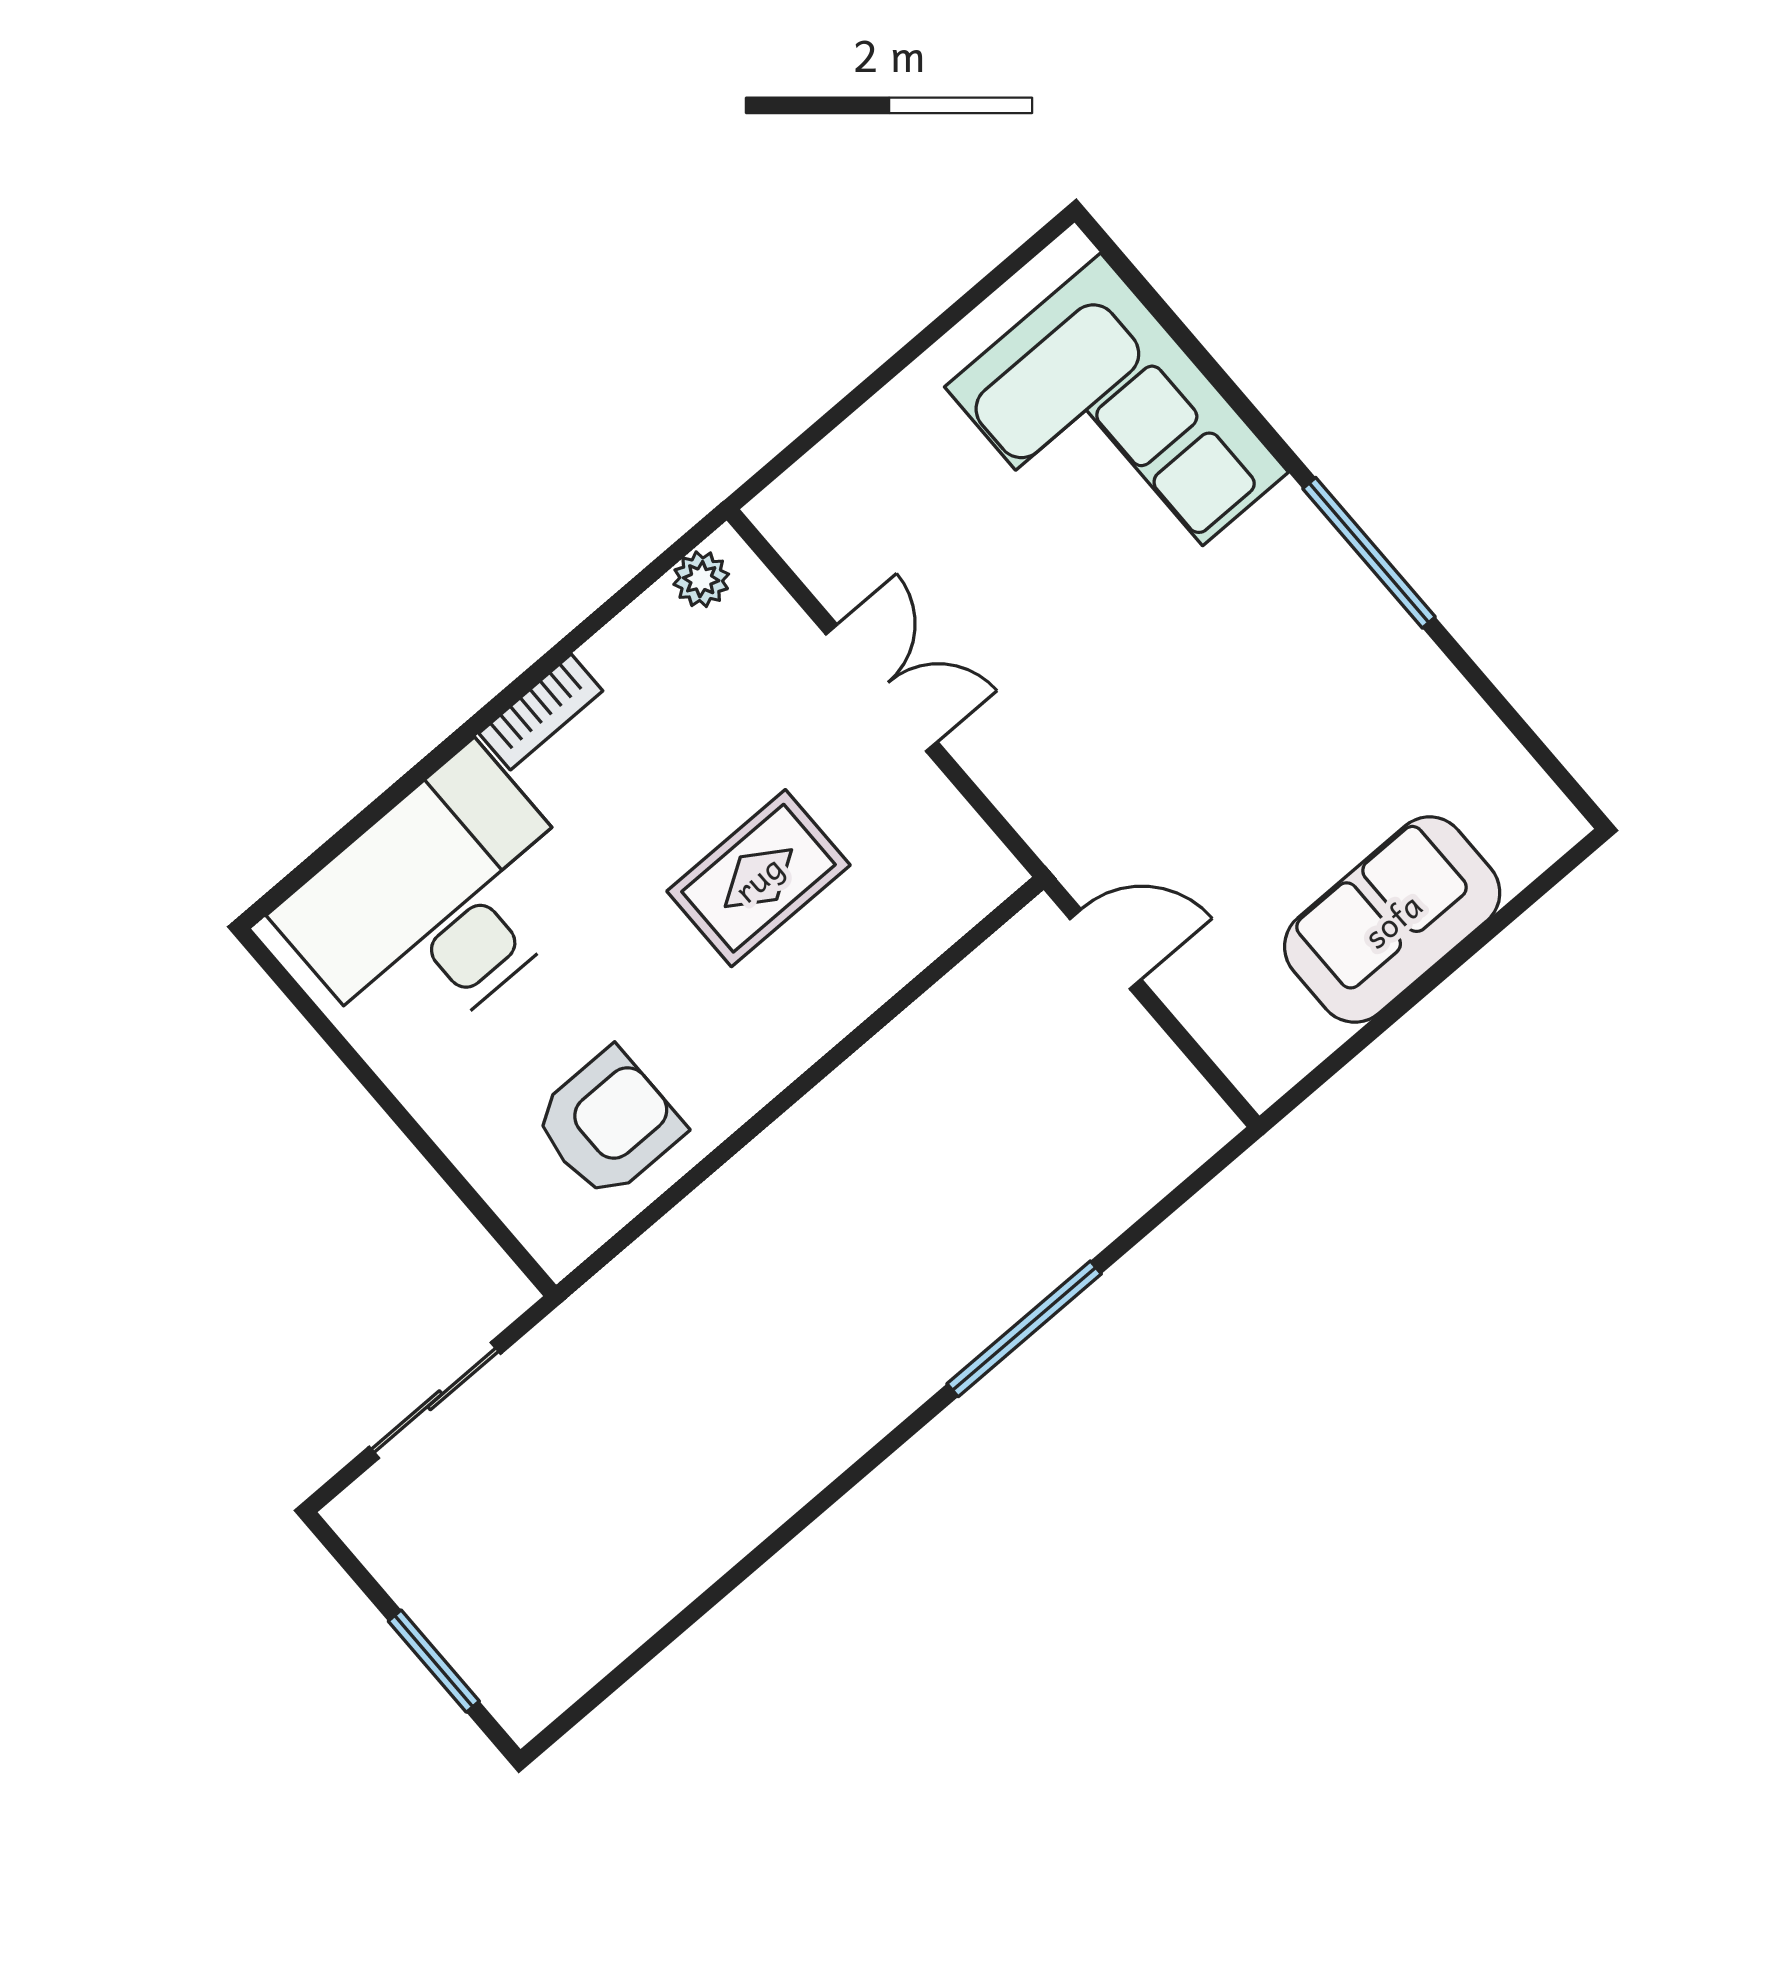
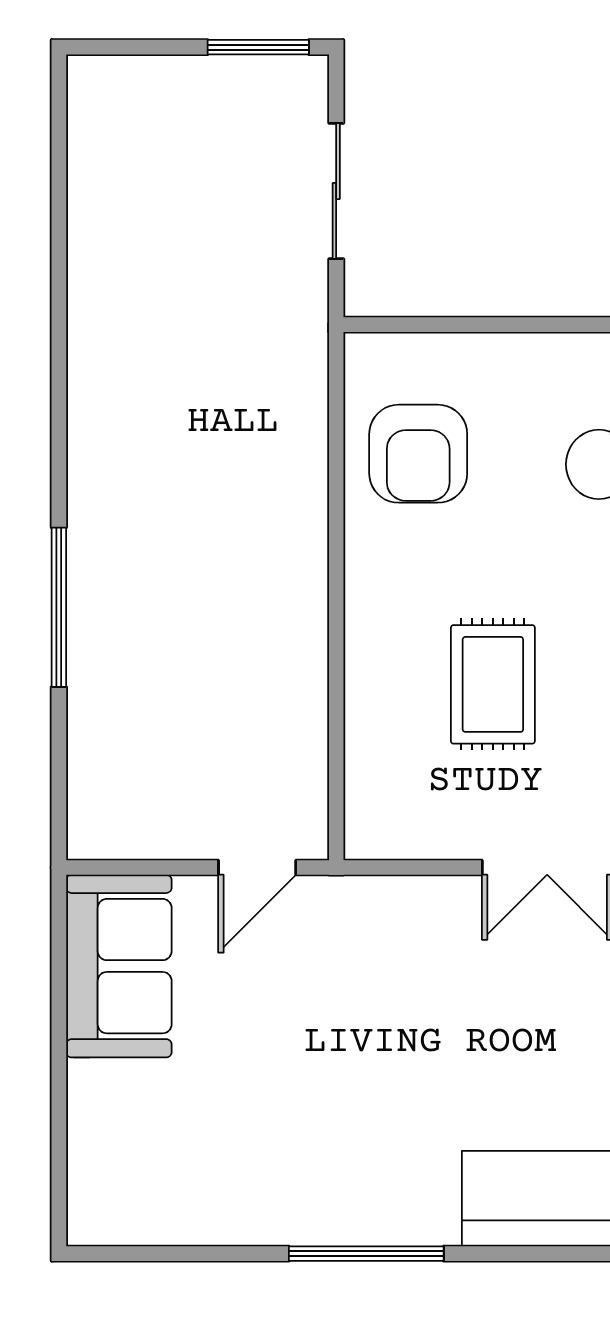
sofa: (1392, 920) -> (119, 966), moved
window: (434, 1661) -> (258, 47), moved

